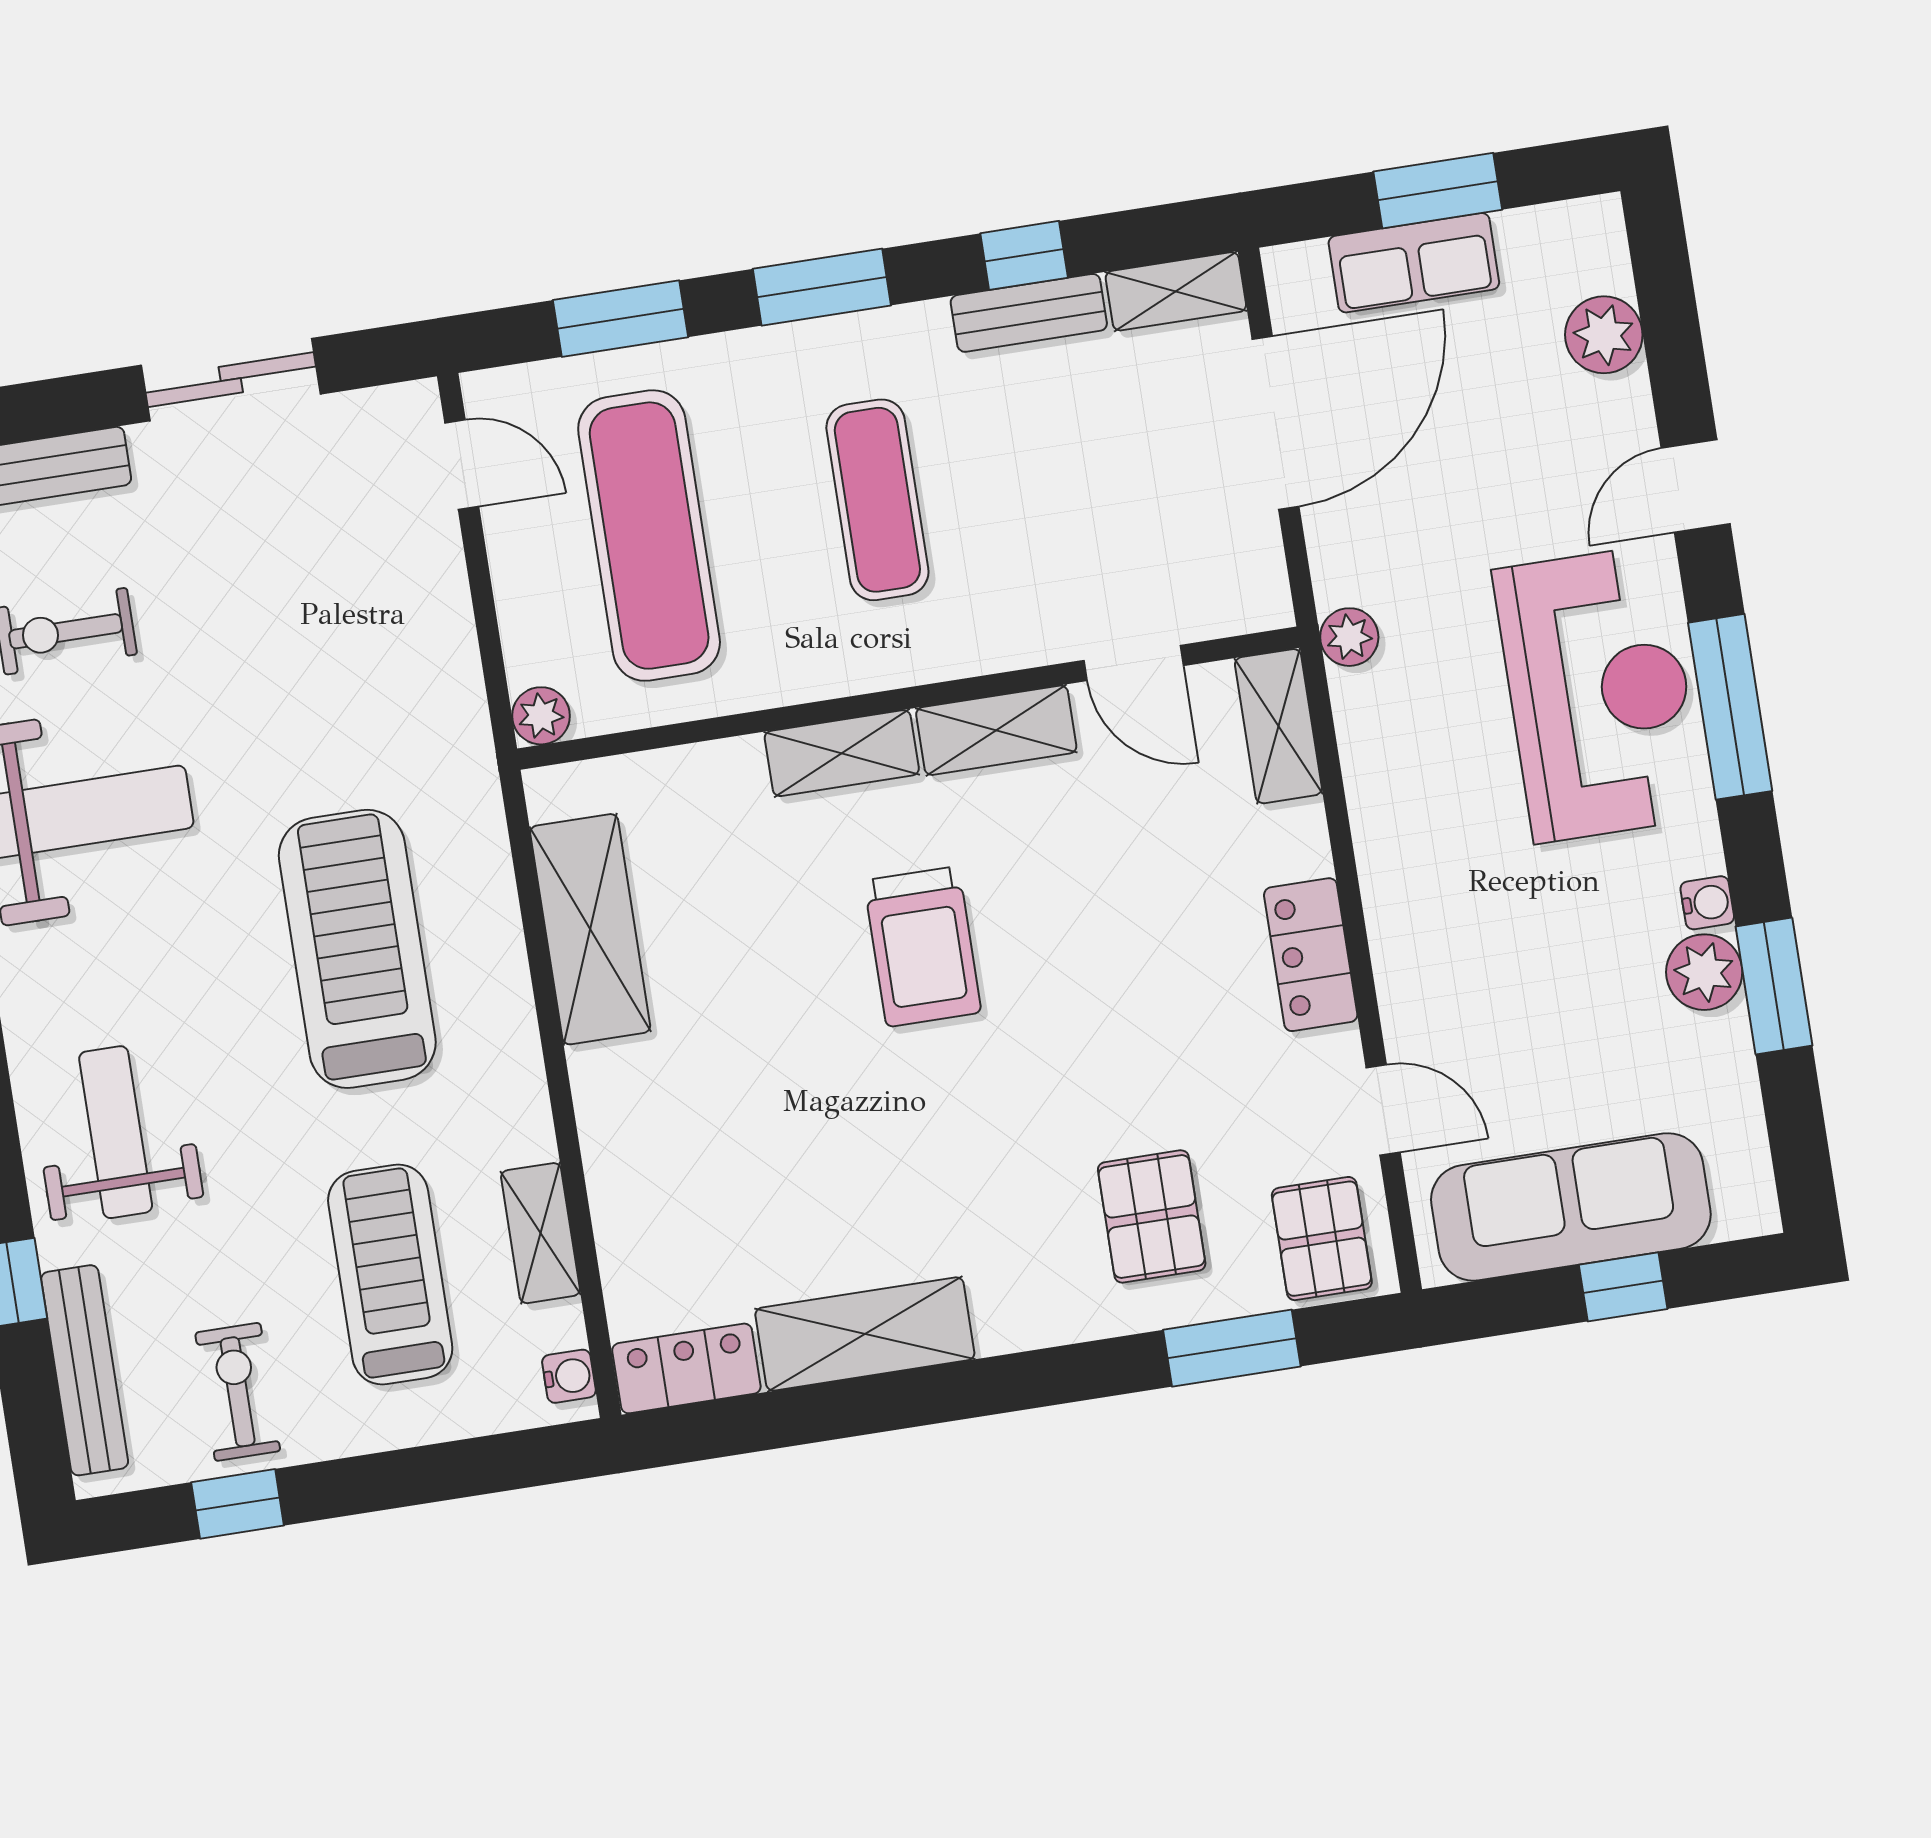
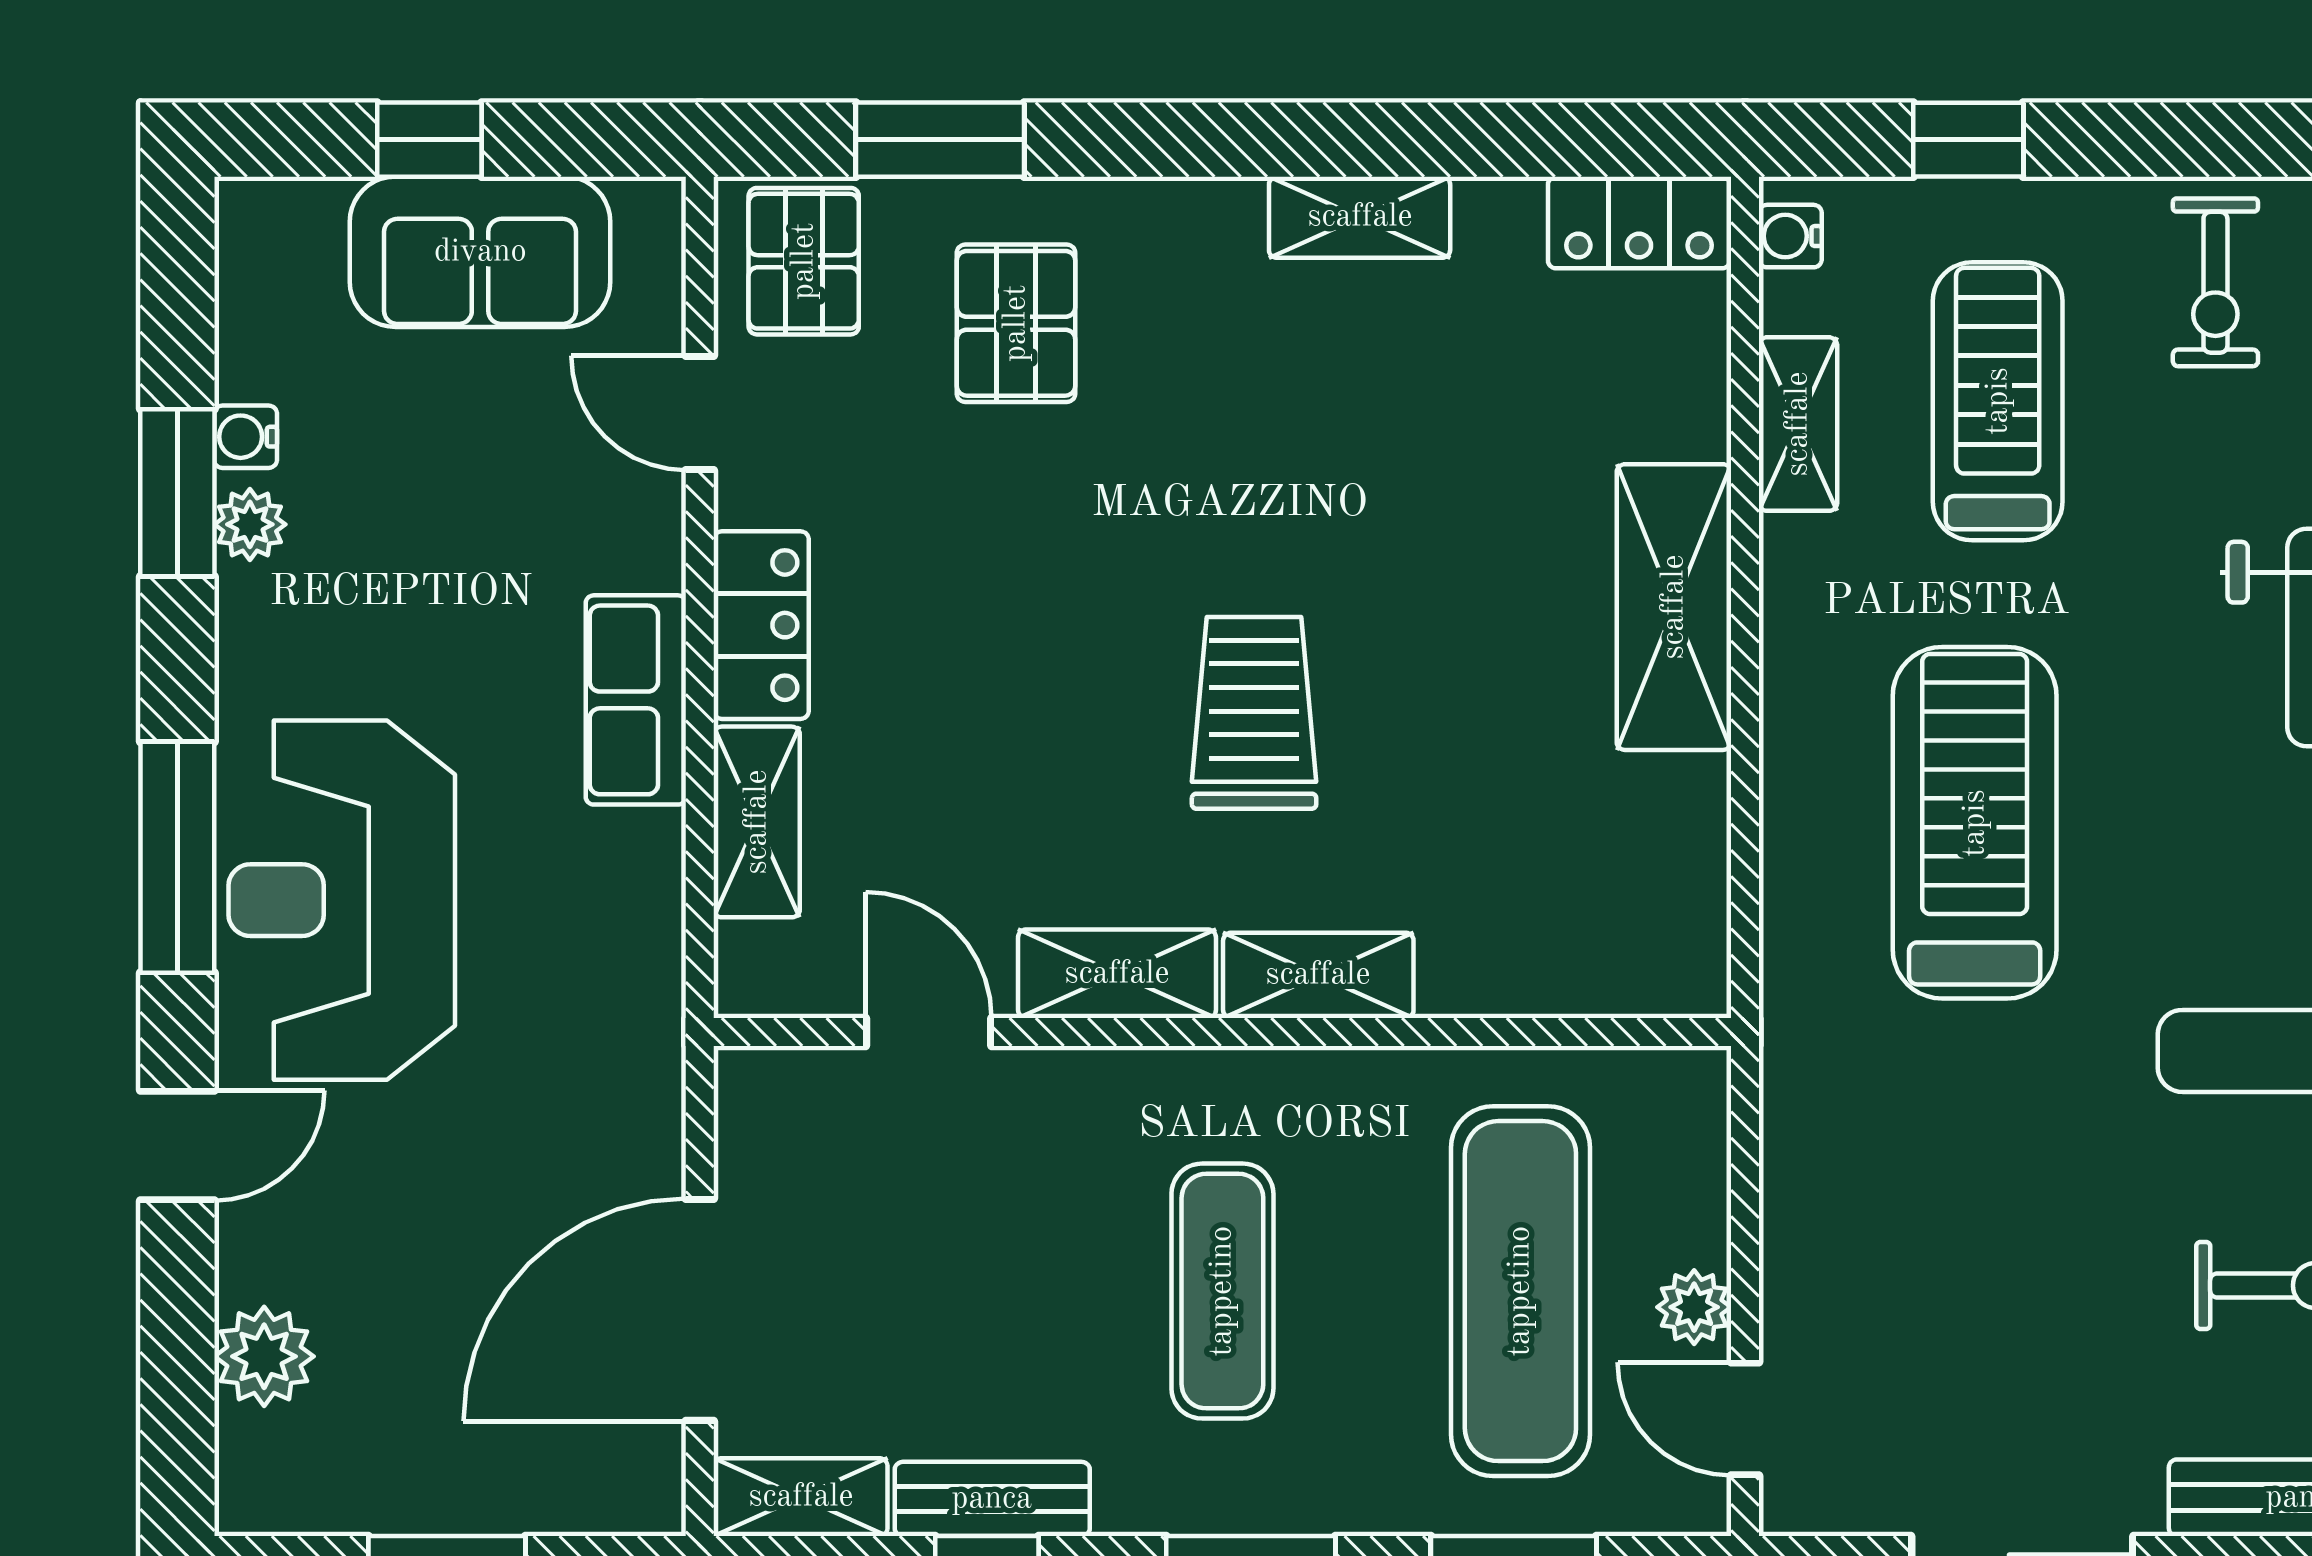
row of seats: (1414, 263) -> (636, 700), moved, turned -90
plant: (1349, 637) -> (649, 1022), removed
plant: (541, 716) -> (1694, 1307), moved
shelving: (1278, 726) -> (757, 822), moved
water cooler: (1707, 903) -> (246, 437), moved
shelving: (590, 929) -> (1674, 607), moved
treadmill: (357, 949) -> (1975, 823), turned 180
plant: (1704, 972) -> (250, 524), width x0.73, depth x0.73
sofa: (1571, 1207) -> (480, 252), width x0.73
treadmill: (390, 1274) -> (1998, 401), turned 180
shelving: (865, 1334) -> (1360, 217), width x0.67, depth x0.75
window: (238, 1504) -> (1968, 140), moved

